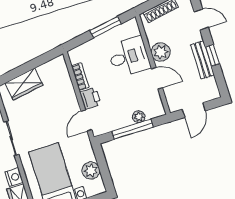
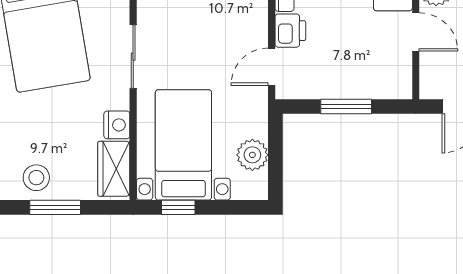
plant: (139, 117) -> (364, 88), removed
window: (132, 129) -> (346, 107), width x0.69

